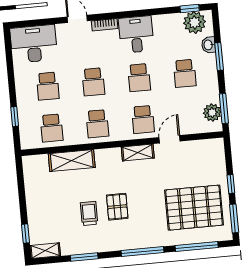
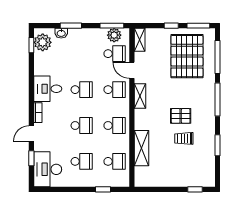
window: (46, 22) -> (31, 158), added
school desk: (185, 73) -> (115, 54), moved
shelving: (45, 251) -> (140, 40), moved

